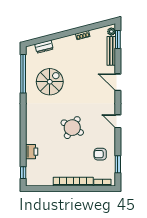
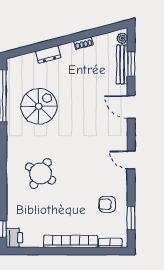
window: (118, 39) -> (131, 64), moved
dresser: (44, 47) -> (48, 54), moved
round table: (72, 128) -> (40, 173), moved
printer: (32, 152) -> (14, 238), moved

